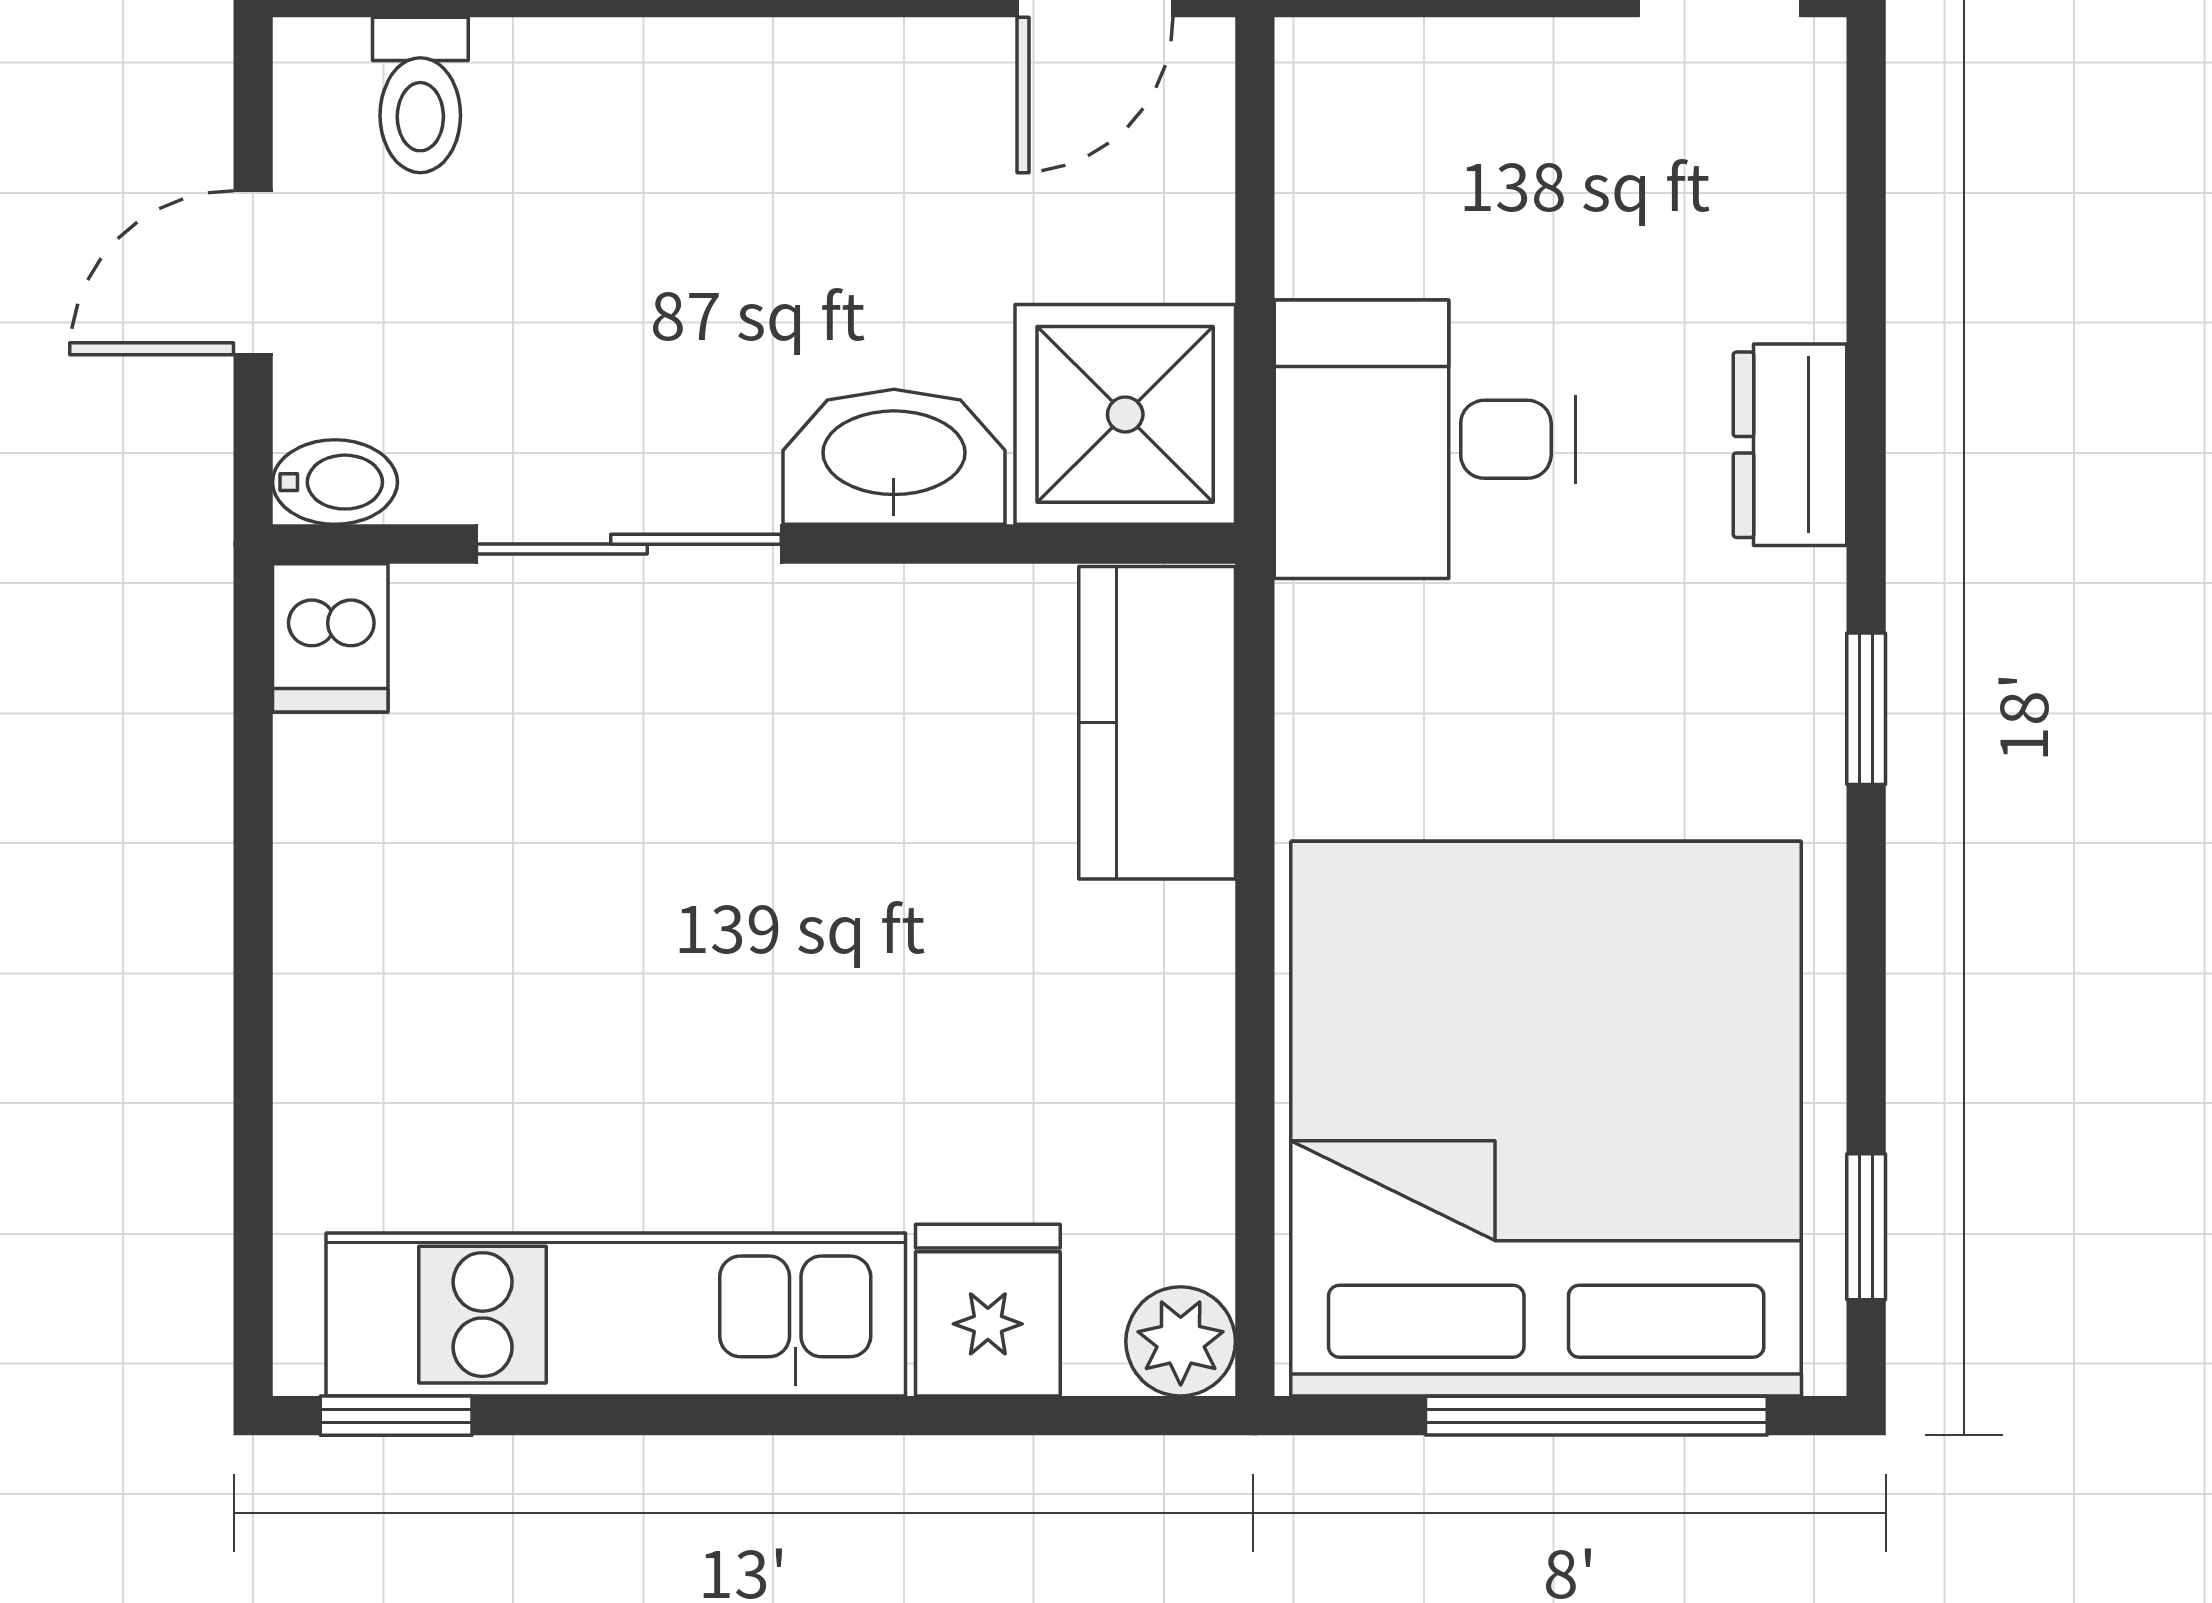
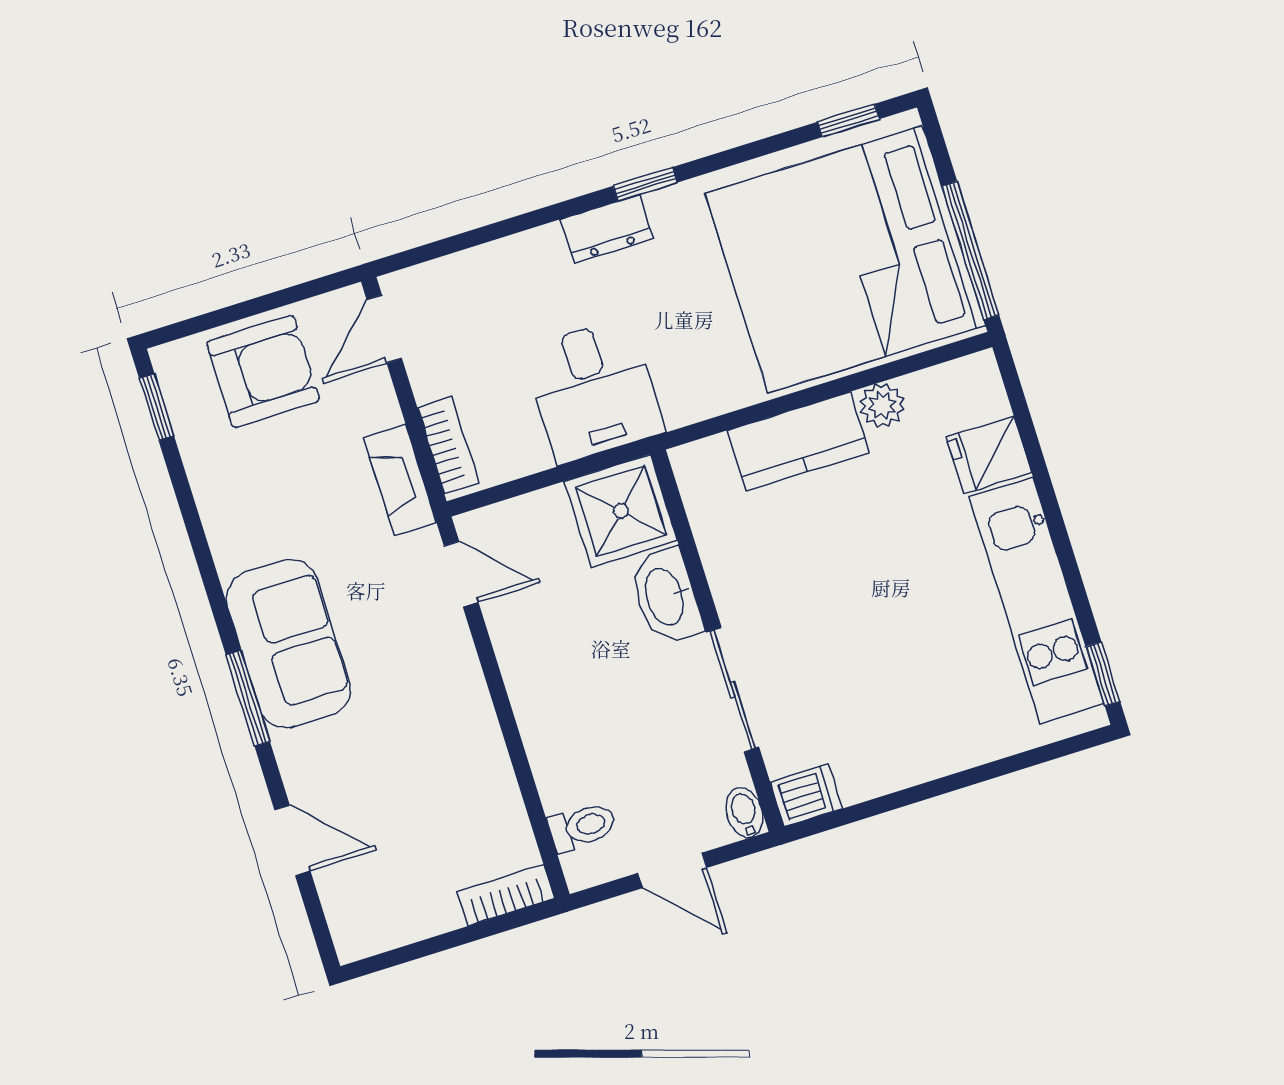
bookcase: (1403, 61) -> (448, 445), added
dresser: (1790, 445) -> (607, 229), moved
kitchen counter: (1157, 723) -> (798, 442), moved
plant: (1181, 1341) -> (882, 405), moved
window: (1596, 1416) -> (970, 251), moved

